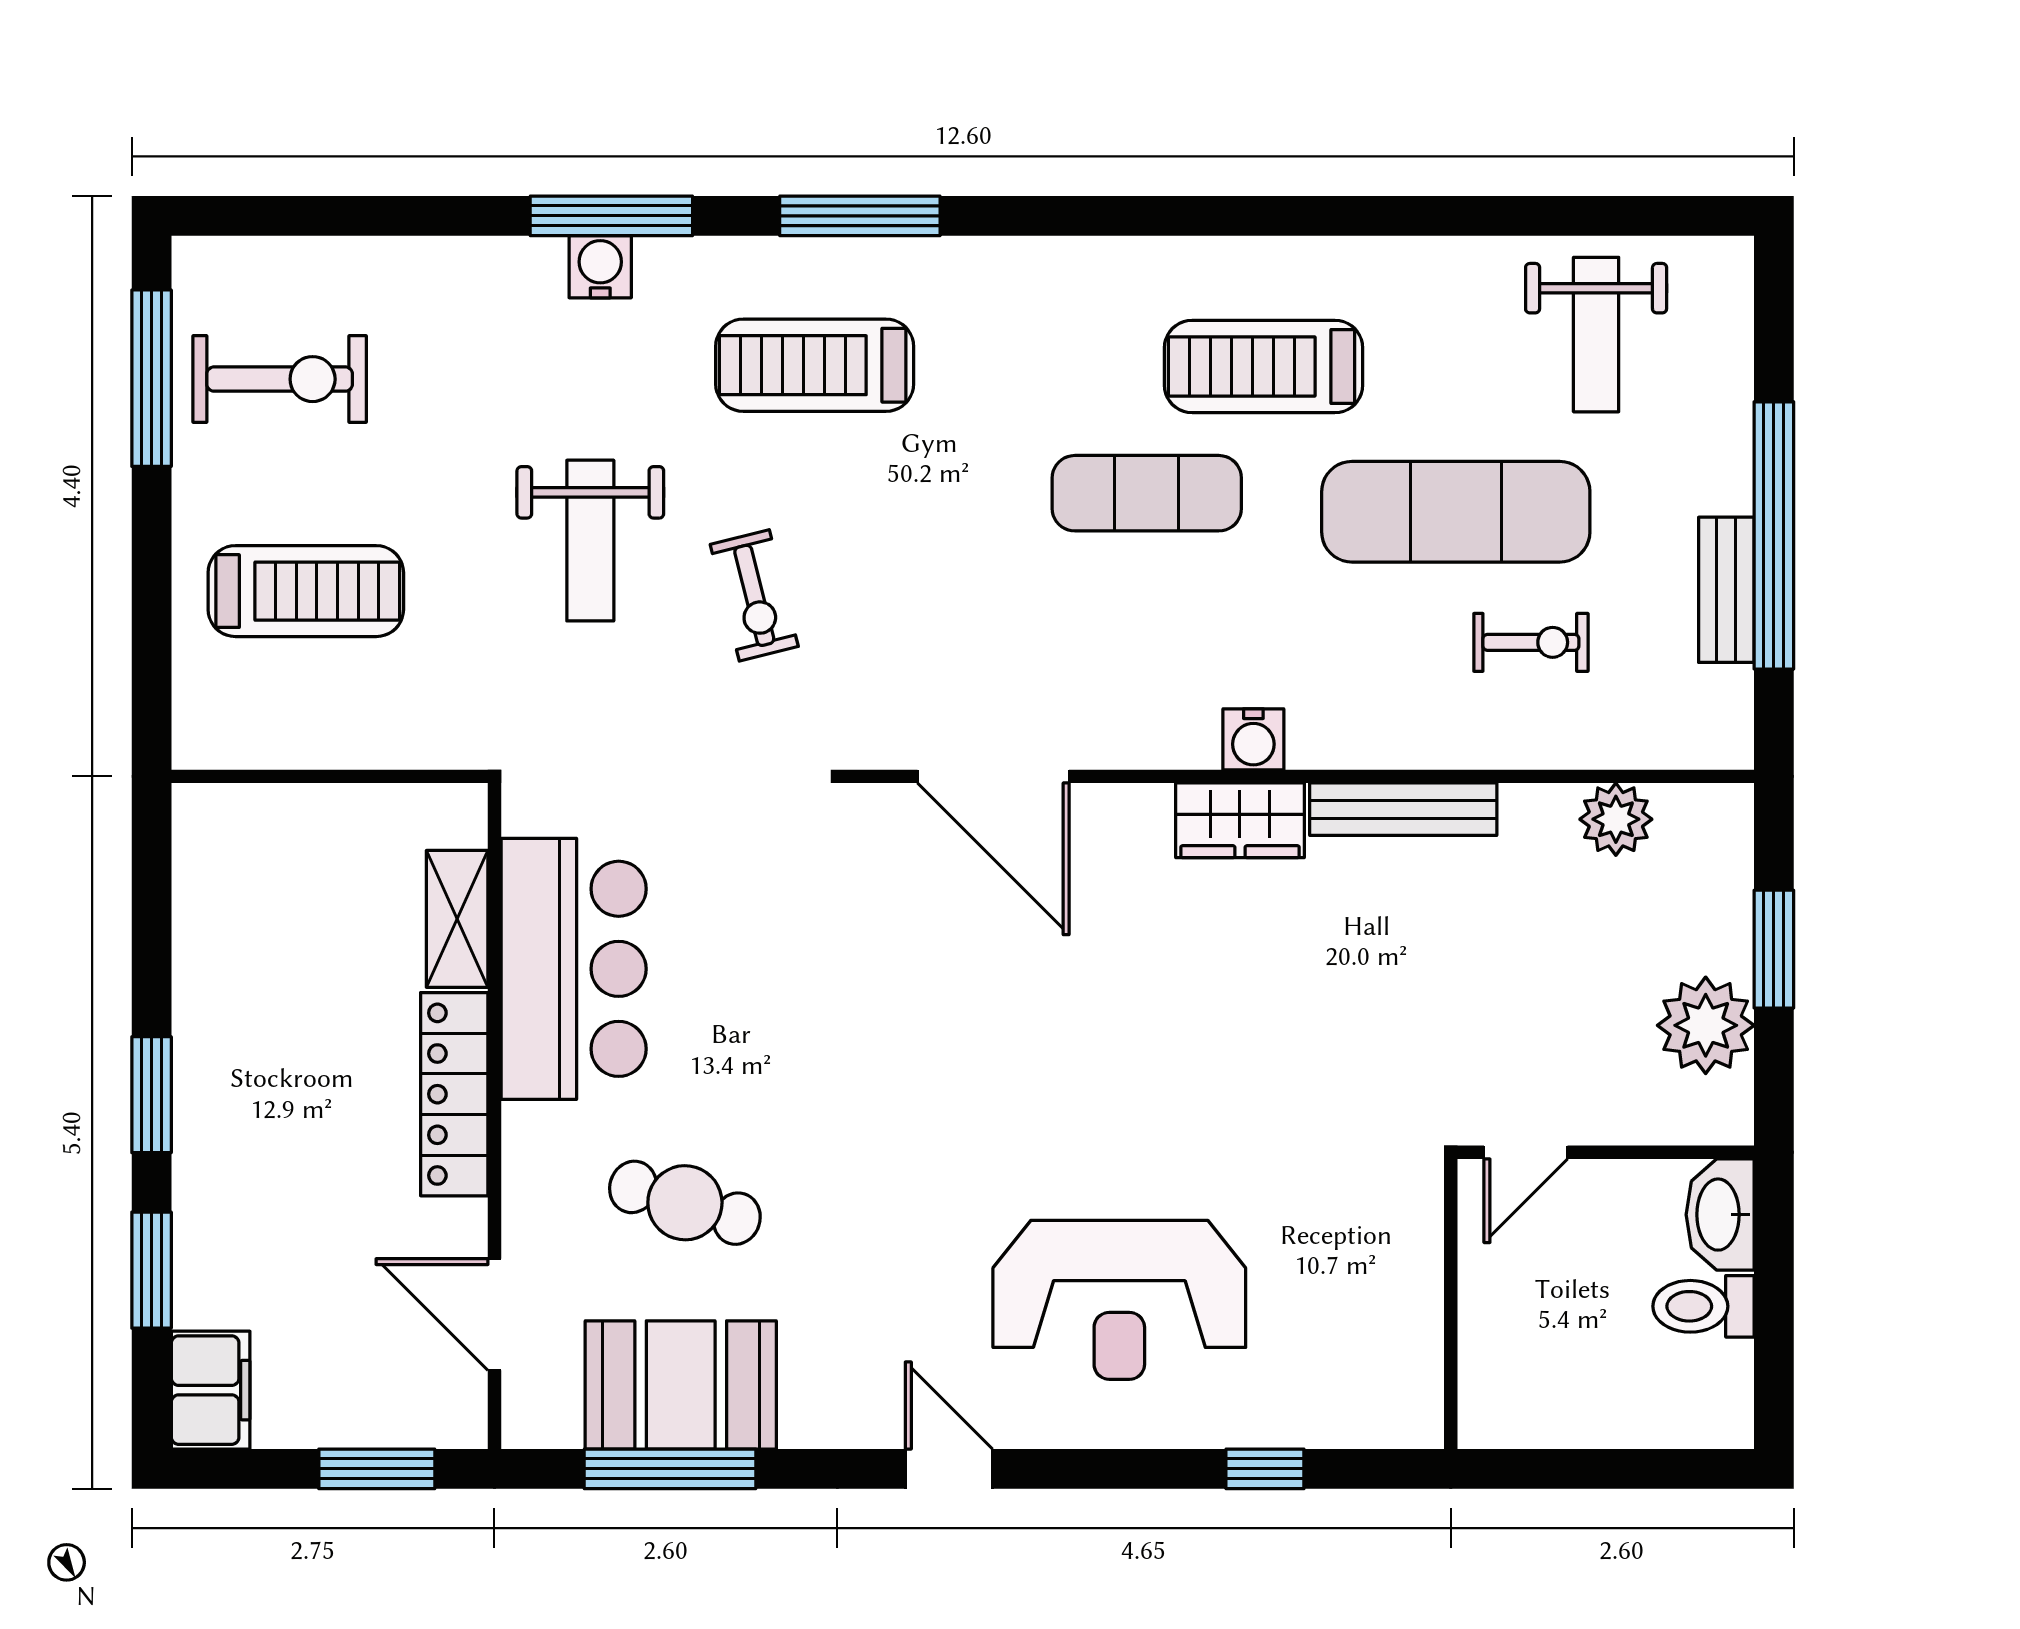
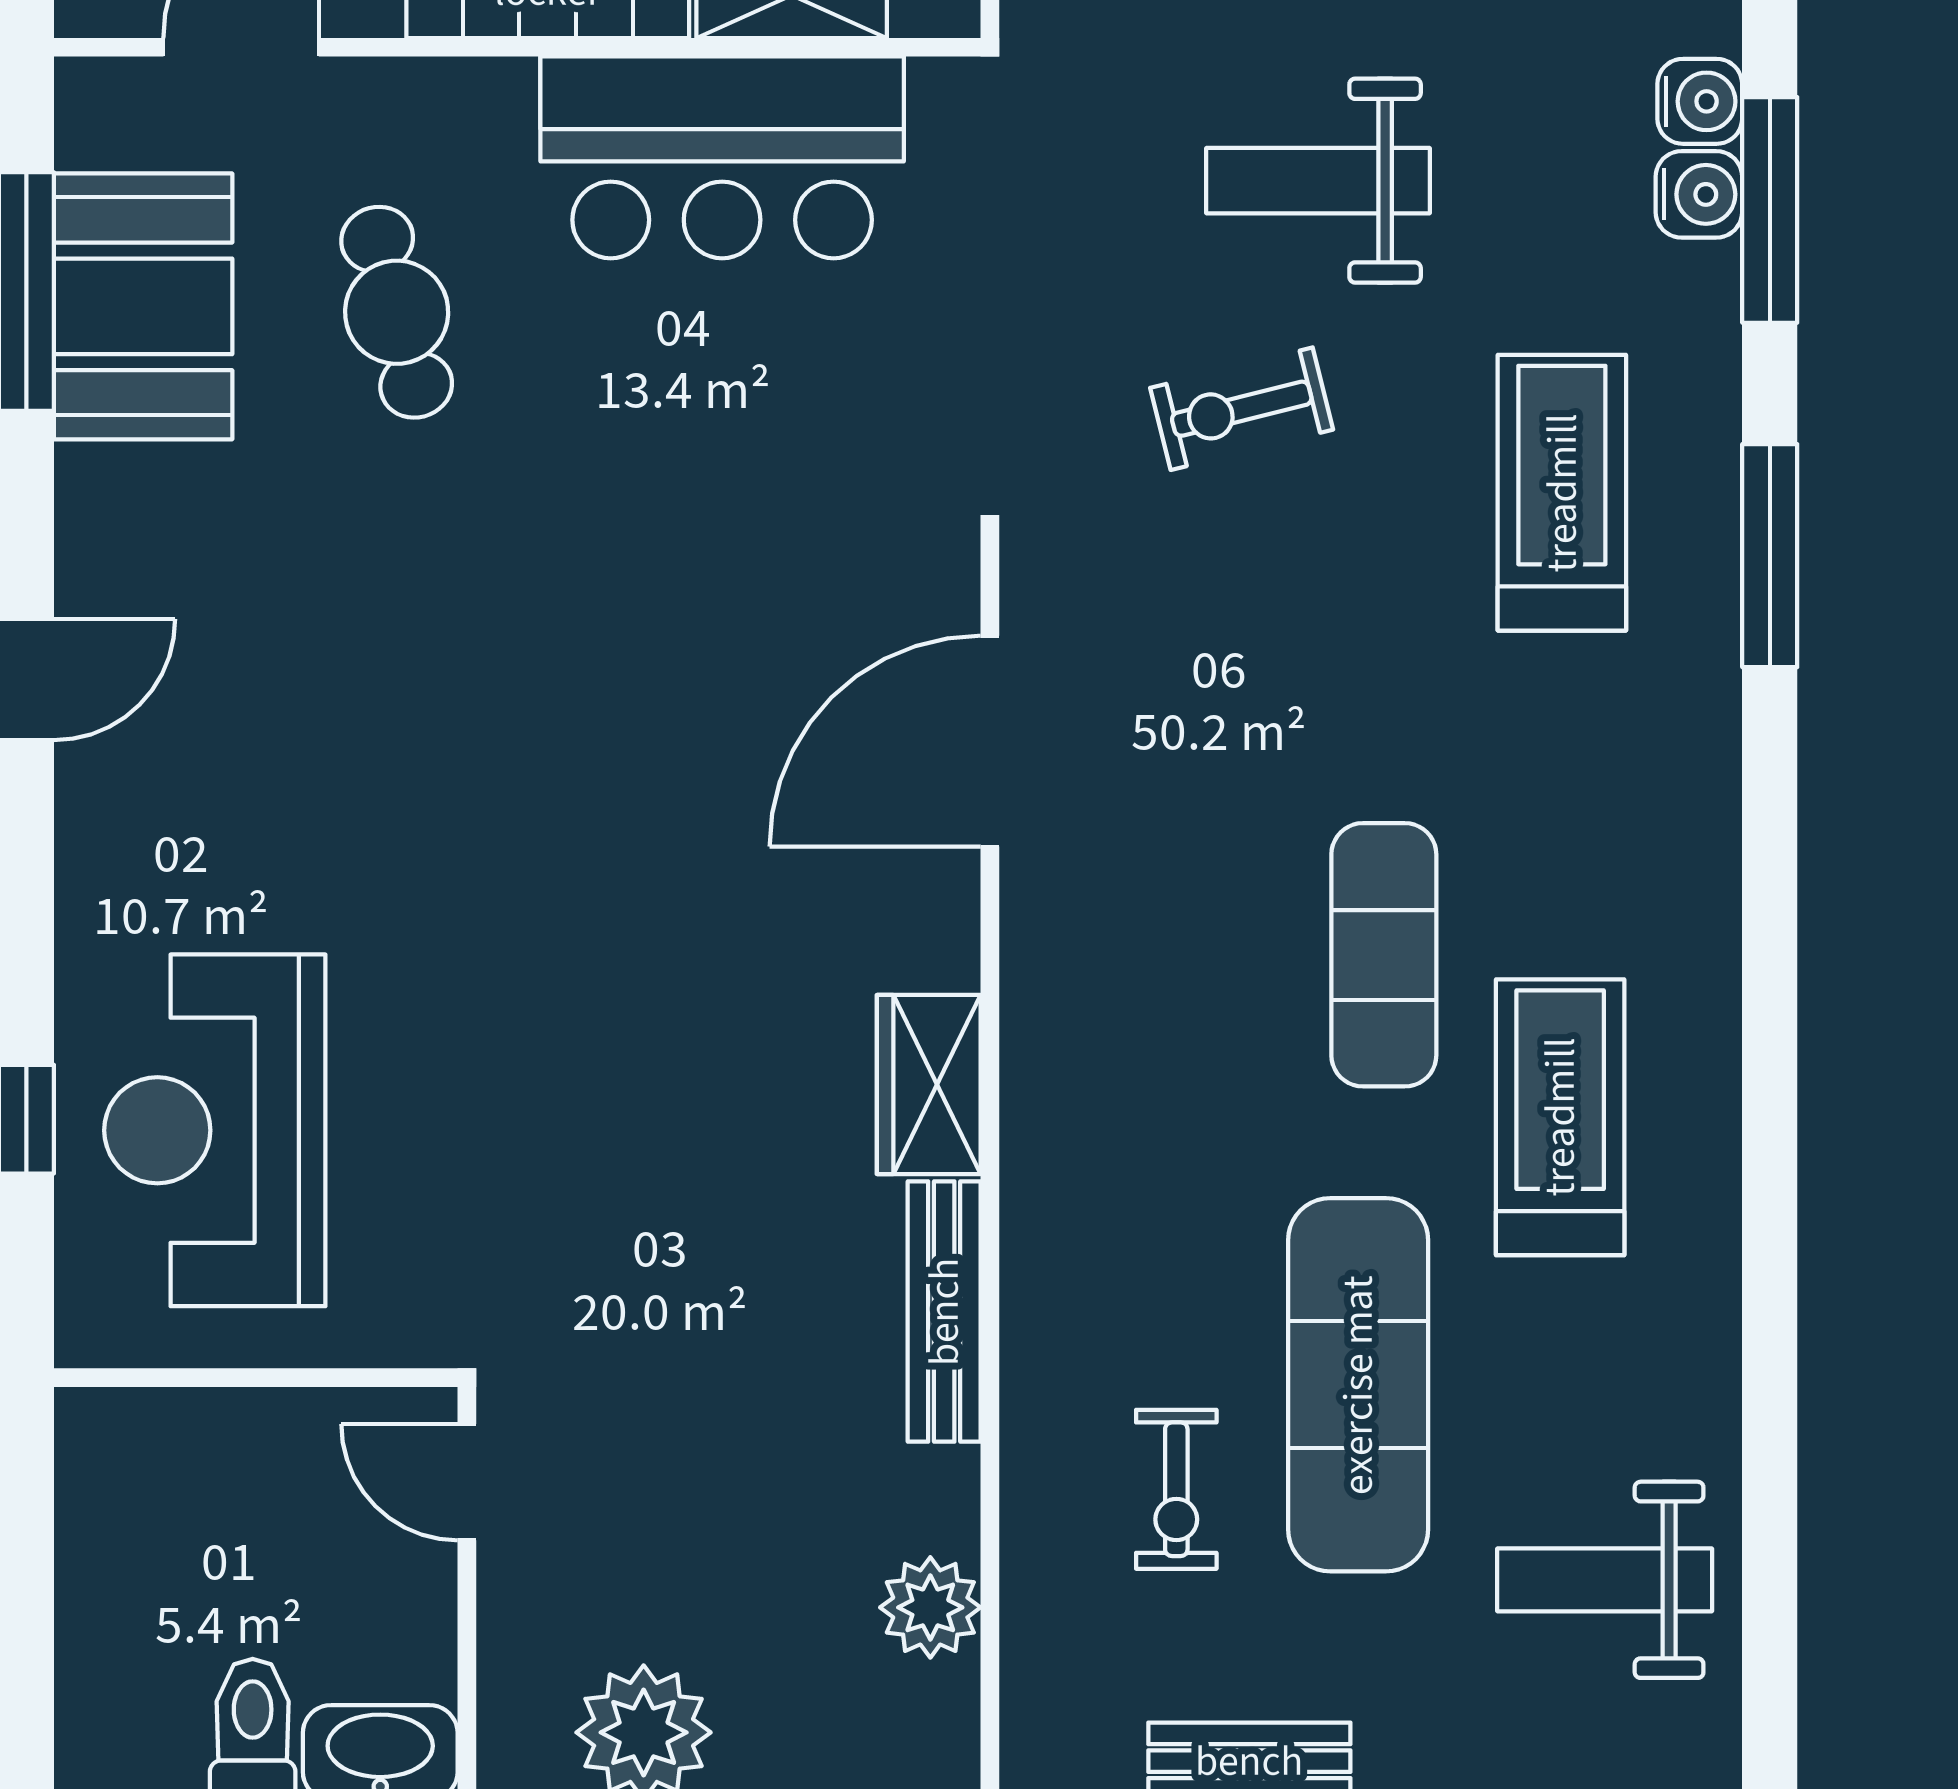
water cooler: (1253, 739) -> (1700, 101), moved, turned 180
cafe table: (685, 1203) -> (397, 312), turned -32
reception desk: (1119, 1300) -> (215, 1130), moved

